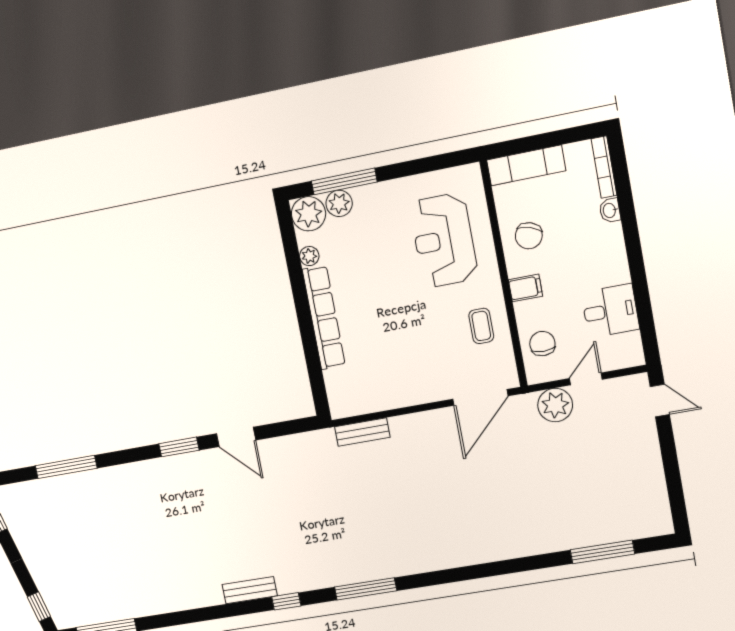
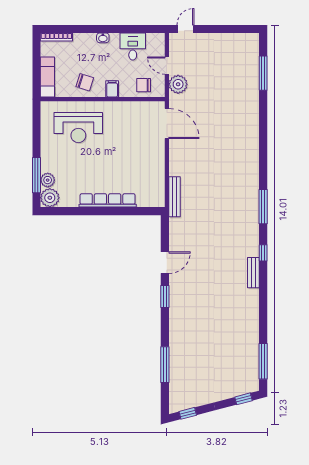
washbasin: (610, 210) -> (103, 38), moved
plant: (309, 256) -> (73, 202), removed
coffee table: (481, 326) -> (128, 116), removed
bench: (362, 432) -> (174, 197), width x1.36

